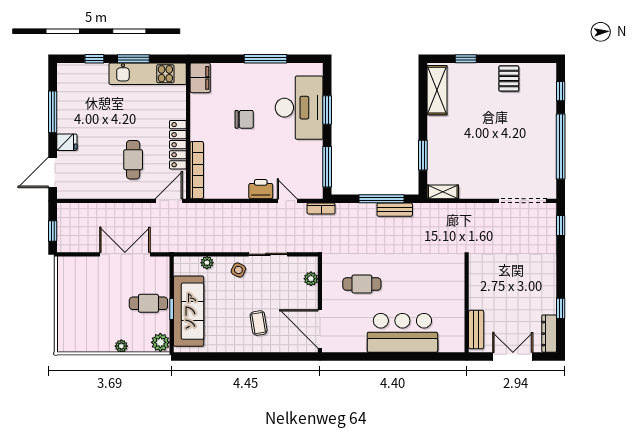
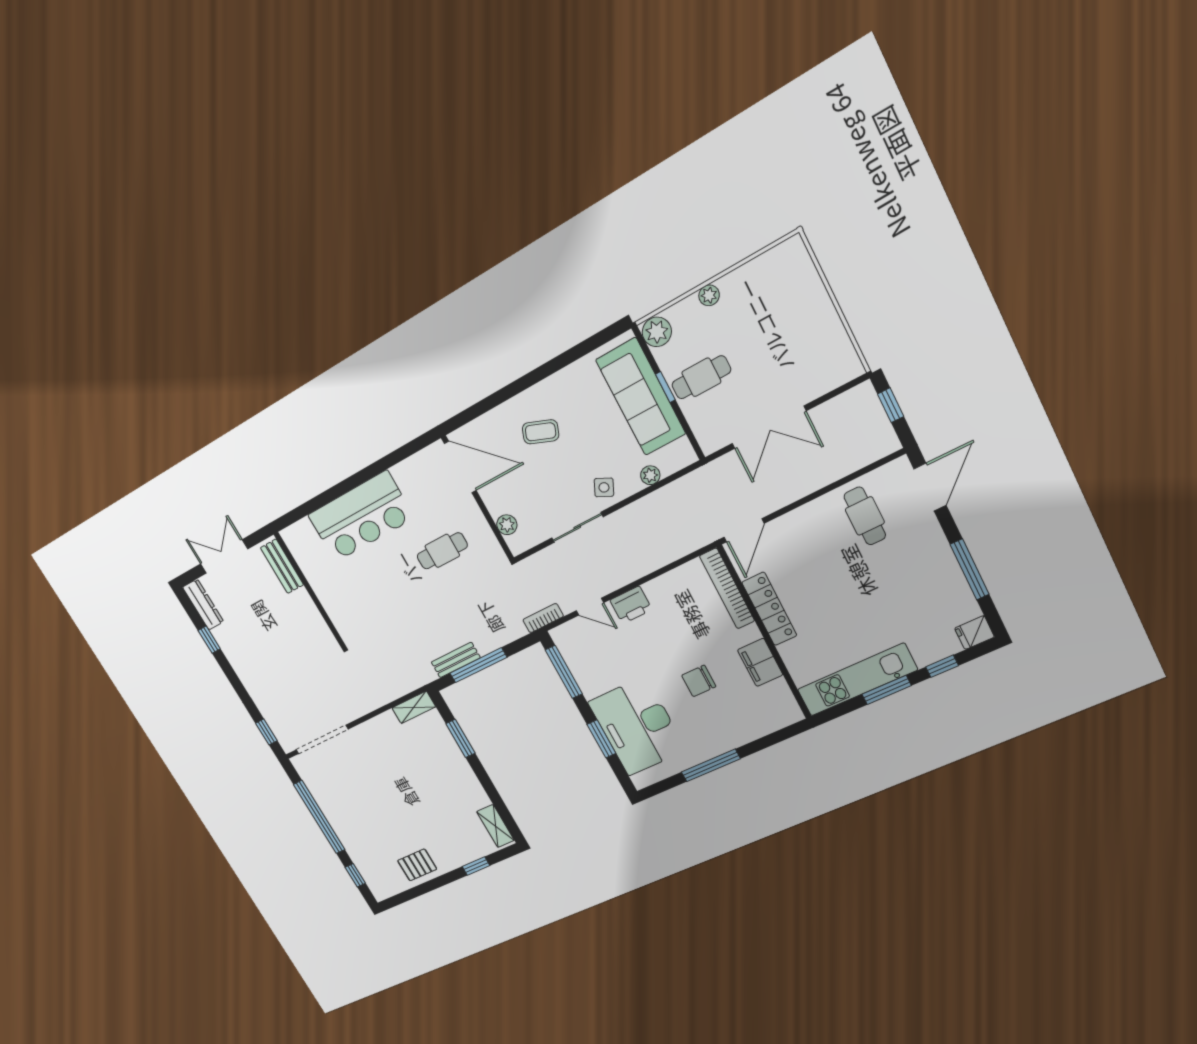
filing cabinet: (200, 78) -> (760, 662), moved
pallet: (509, 79) -> (417, 865), turned 90
shelving: (437, 90) -> (495, 826), width x0.67, depth x0.75
fridge: (67, 142) -> (974, 633), moved
cafe table: (133, 160) -> (865, 516), moved
coffee table: (259, 323) -> (541, 432), turned -60
double door: (513, 357) -> (224, 556), swing flipped

